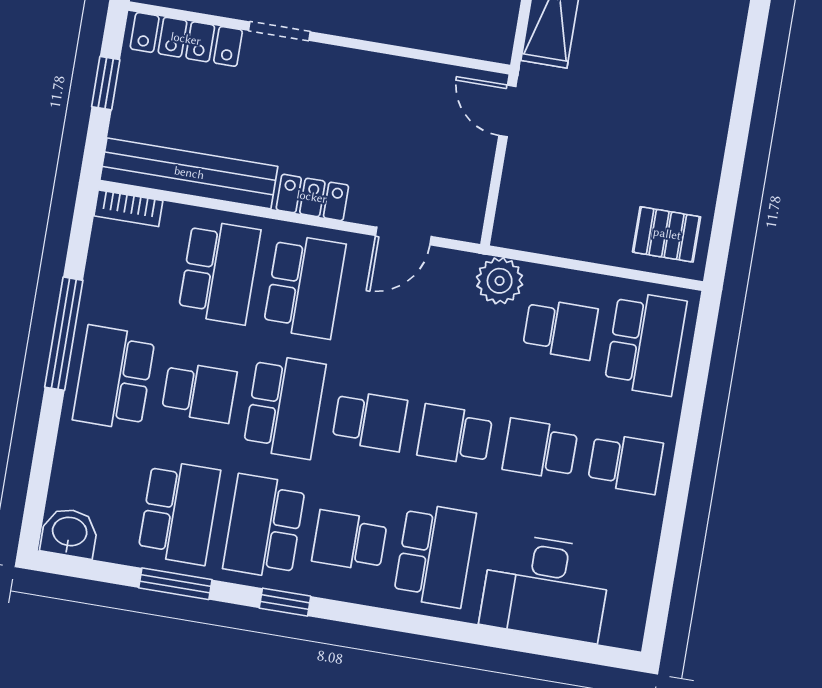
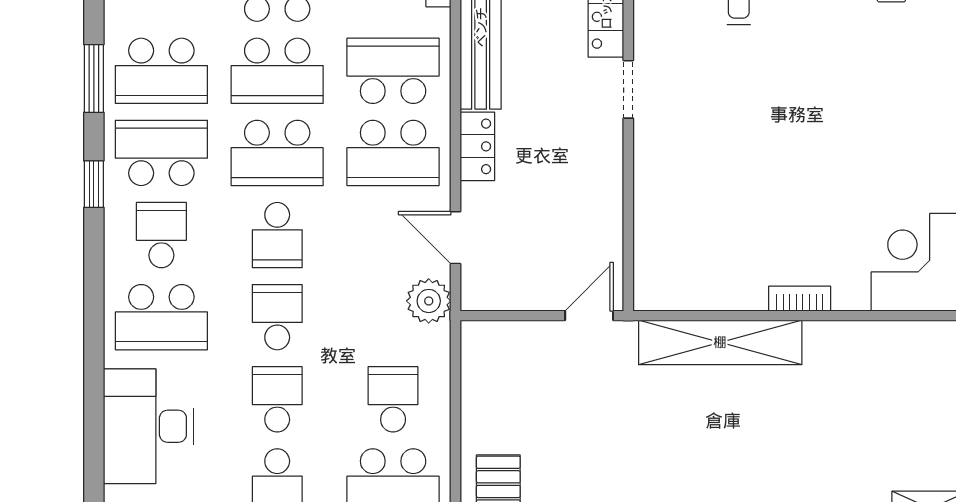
school desk: (219, 272) -> (393, 71), turned 180
plant: (500, 281) -> (429, 301), moved
school desk: (560, 329) -> (393, 399), turned 180
school desk: (199, 392) -> (277, 71), width x1.85

